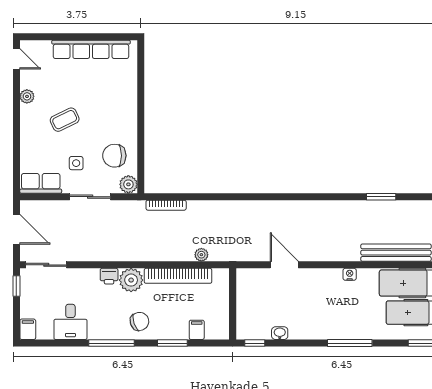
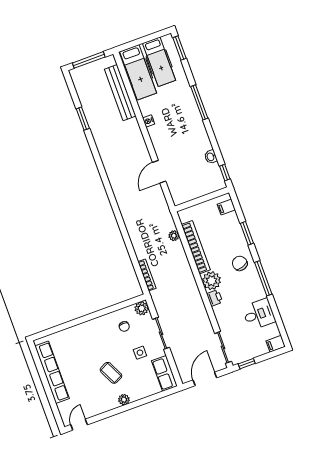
plant: (27, 96) -> (124, 400), moved
chair: (114, 156) -> (124, 326), width x0.54, depth x0.54
filing cabinet: (197, 330) -> (226, 207), moved

